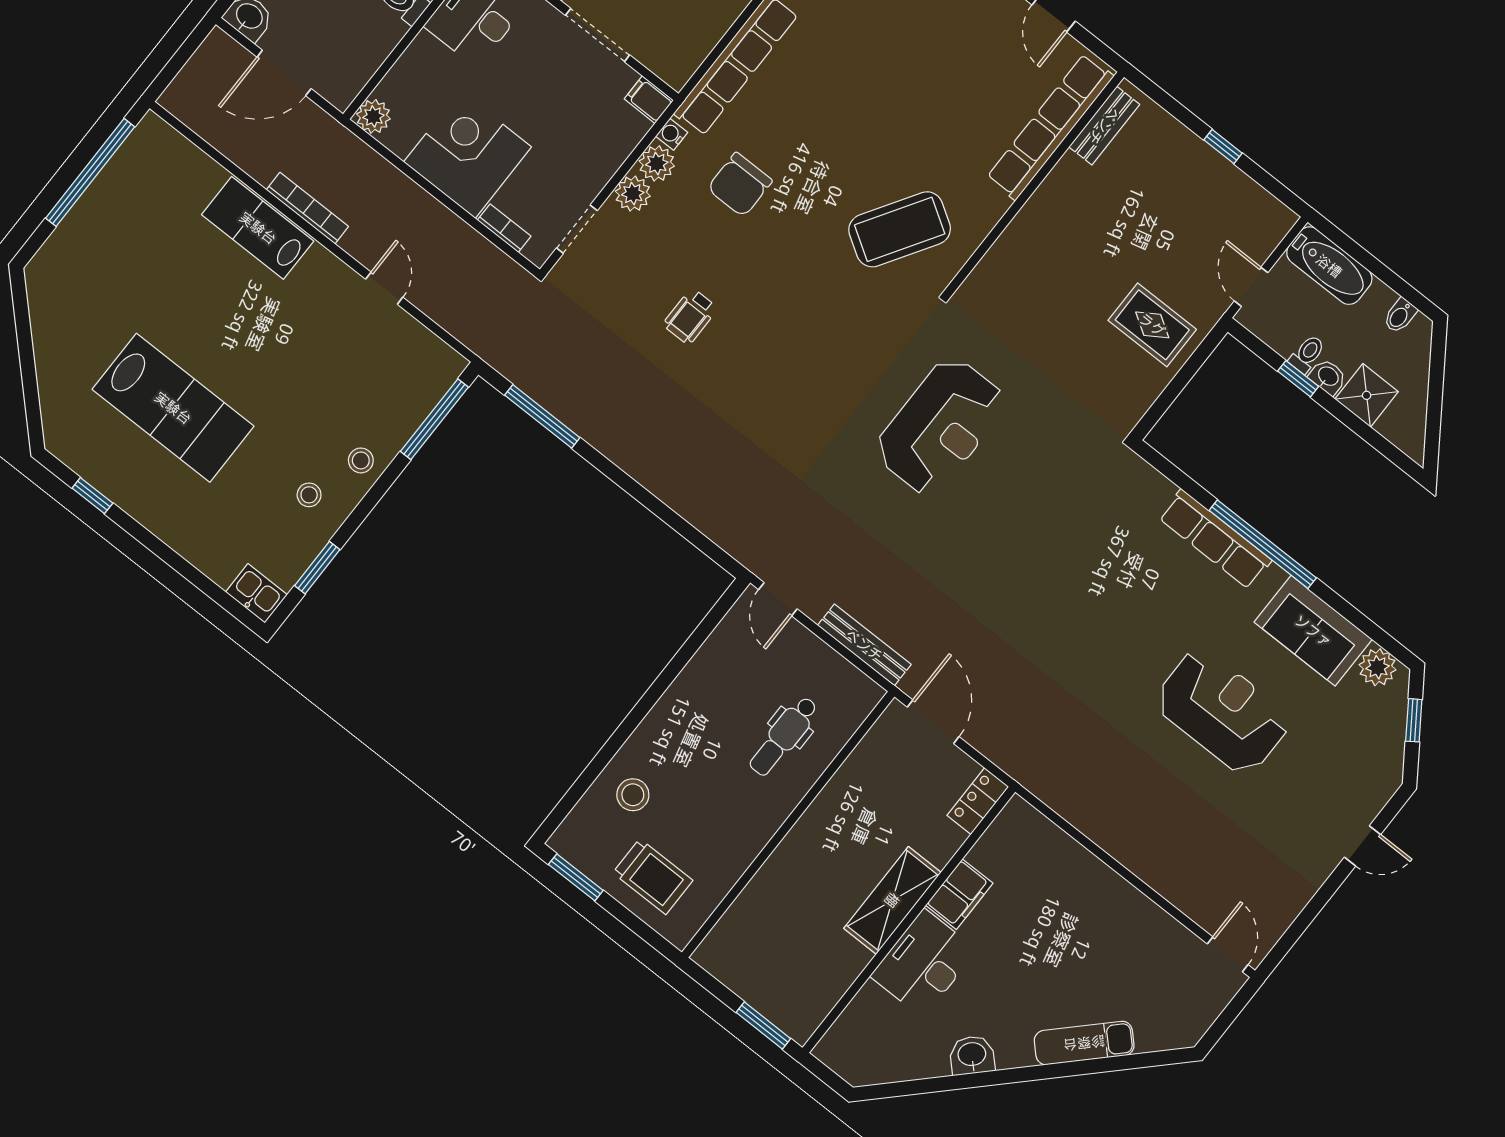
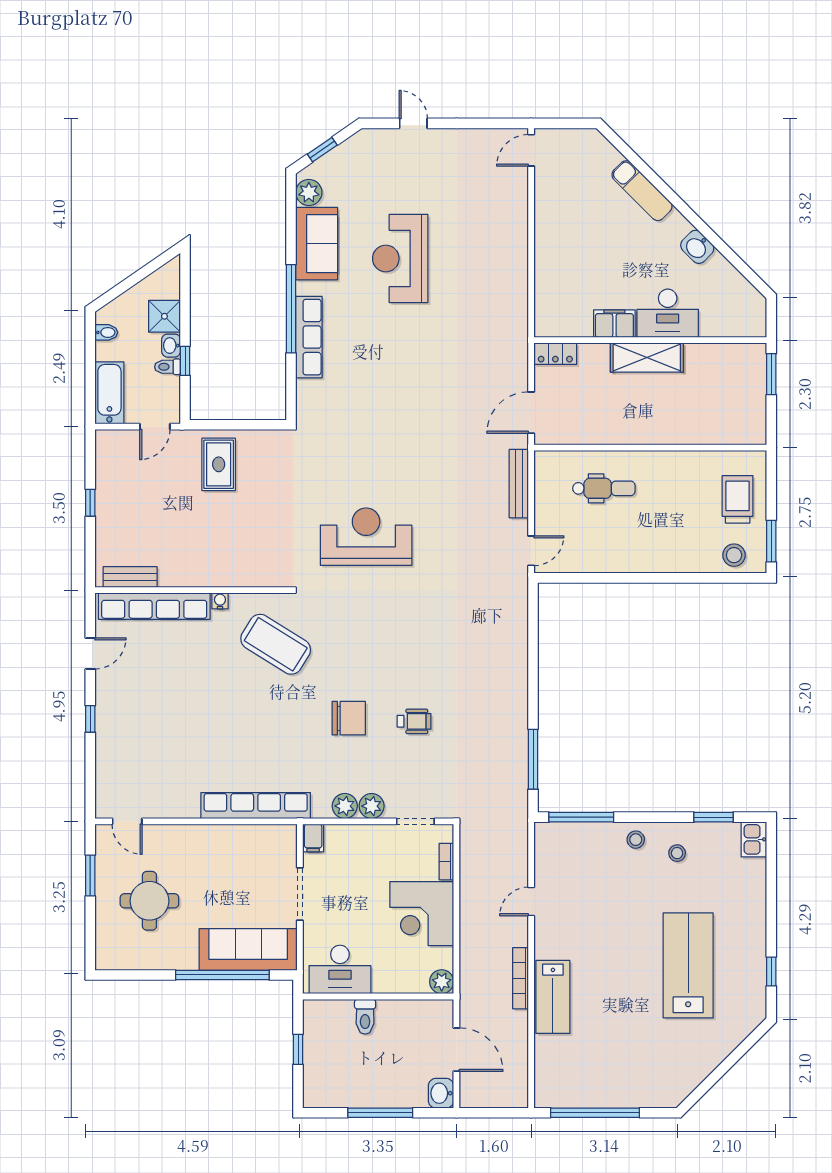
water cooler: (672, 134) -> (220, 601), moved, turned 180
chair: (740, 185) -> (349, 718), moved
stool: (633, 795) -> (734, 555), moved

